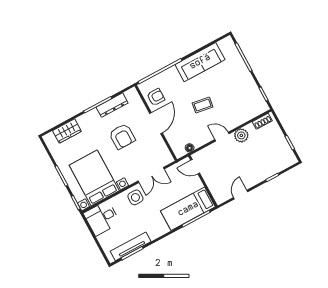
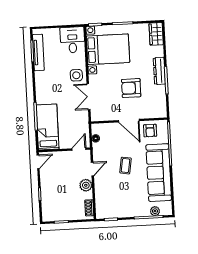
plant: (234, 54) -> (155, 211), added
sofa: (200, 62) -> (159, 173), width x1.36, depth x1.27
dresser: (112, 105) -> (159, 71), moved
wardrobe: (67, 131) -> (156, 34), moved
door: (195, 167) -> (79, 149), moved
wall: (203, 181) -> (64, 150), moved
door: (241, 195) -> (38, 162), hinge flipped
bed: (188, 209) -> (48, 127), moved

